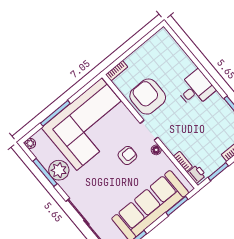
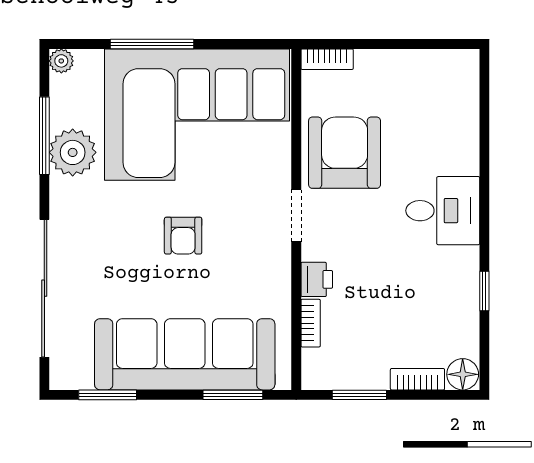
floor lamp: (156, 150) -> (280, 262), removed
armchair: (127, 155) -> (183, 236), moved, turned 90
printer: (197, 174) -> (317, 279), moved

